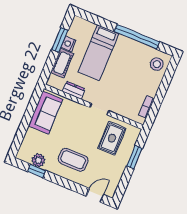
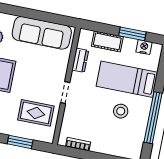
nightstand: (68, 44) -> (144, 47), moved
stool: (157, 64) -> (121, 111), moved
sofa: (46, 113) -> (42, 33), width x1.36

